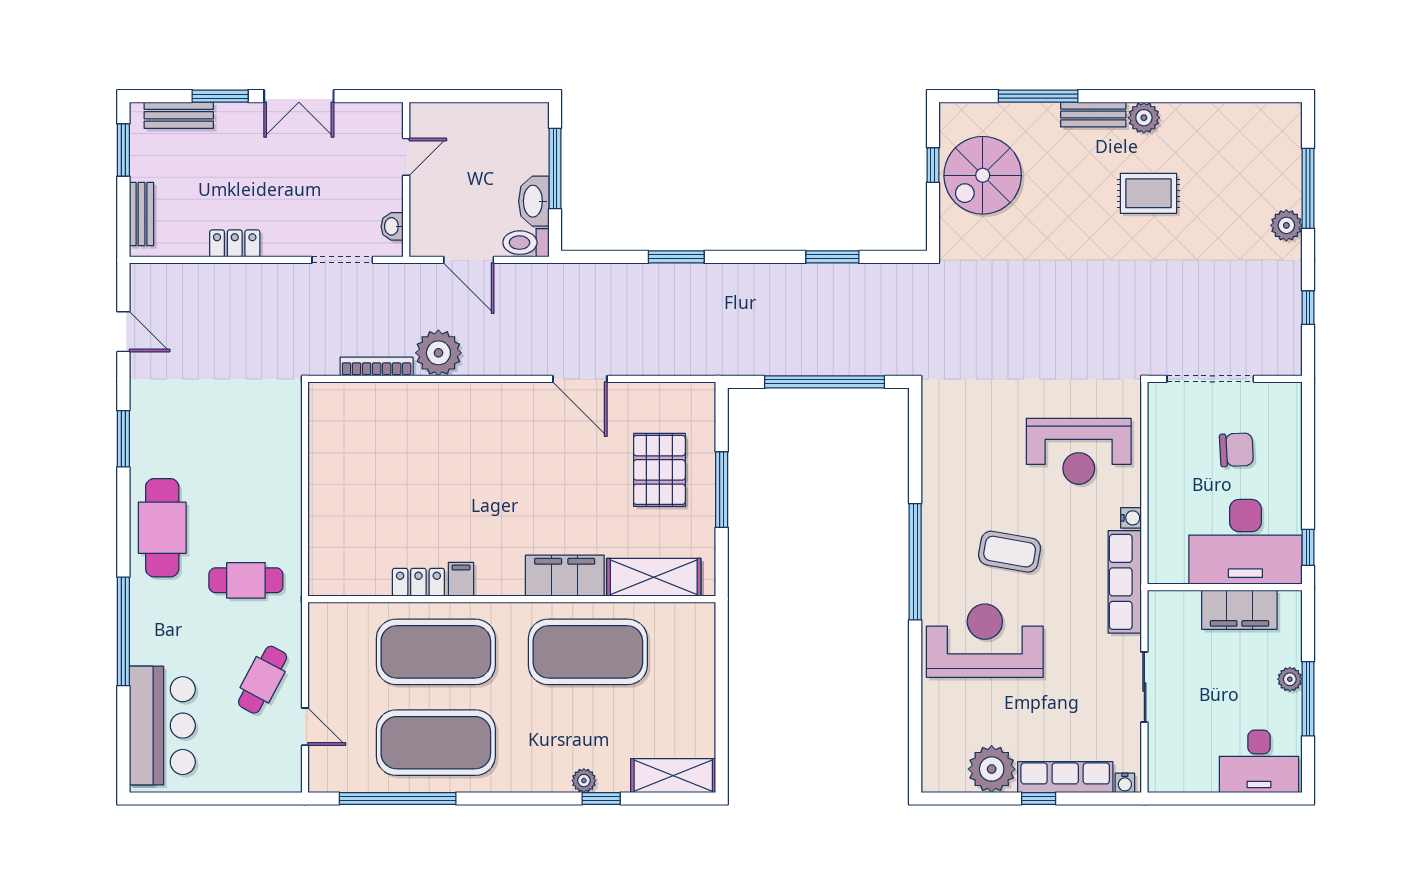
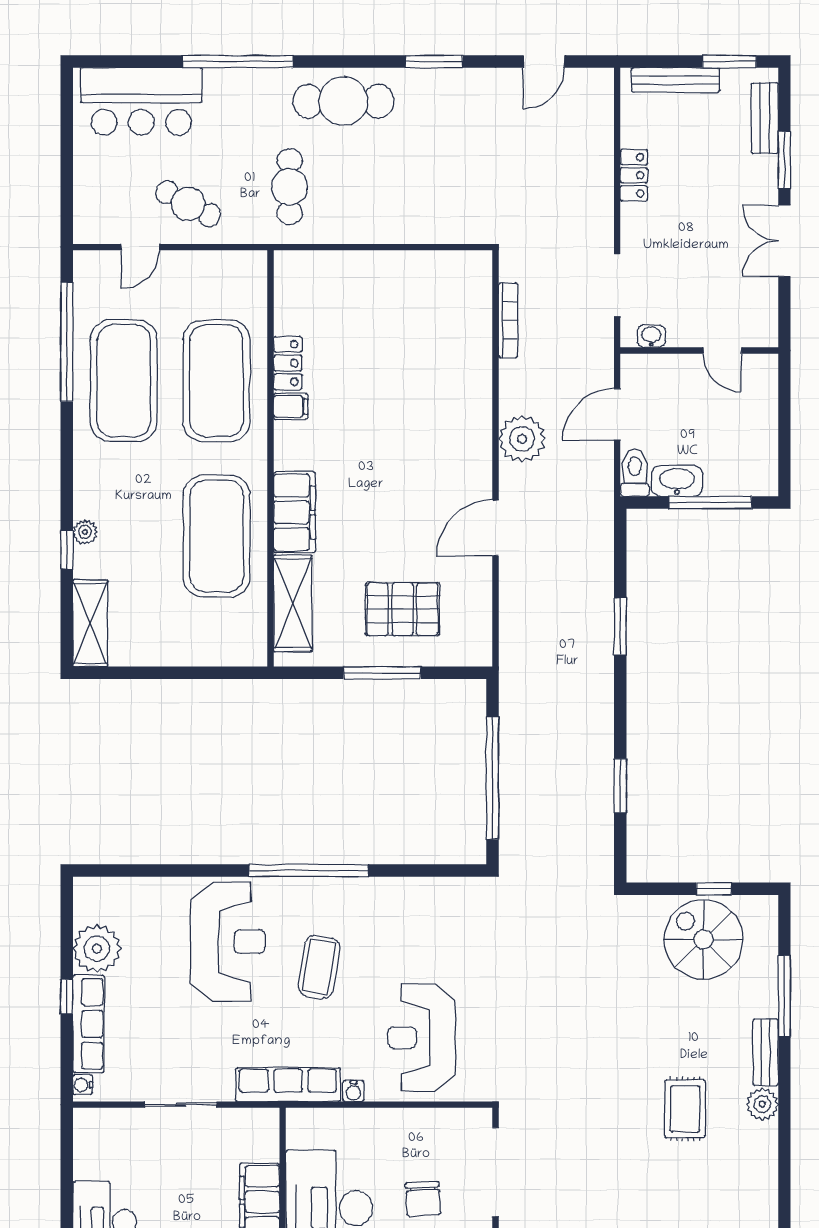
bench: (141, 214) -> (676, 80), width x1.36
plant: (438, 353) -> (522, 439), moved

